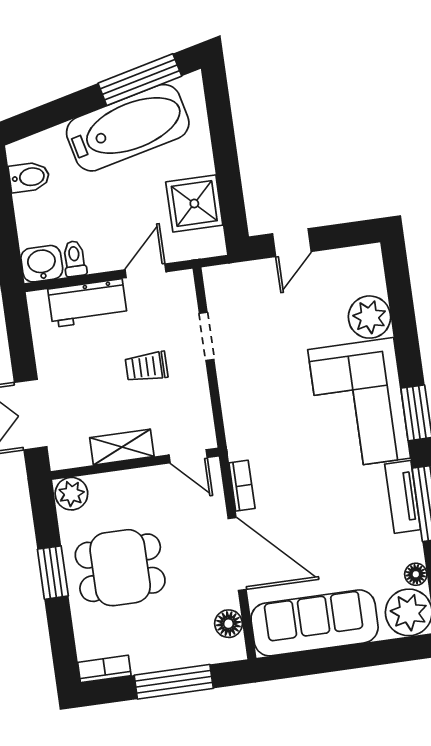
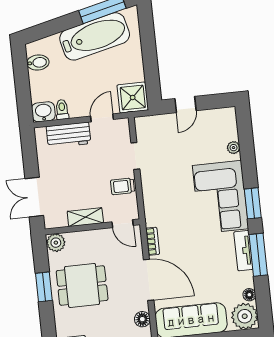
shower: (194, 203) -> (133, 98), moved
plant: (369, 317) -> (234, 148), width x0.53, depth x0.53
trolley: (146, 367) -> (123, 186), moved

